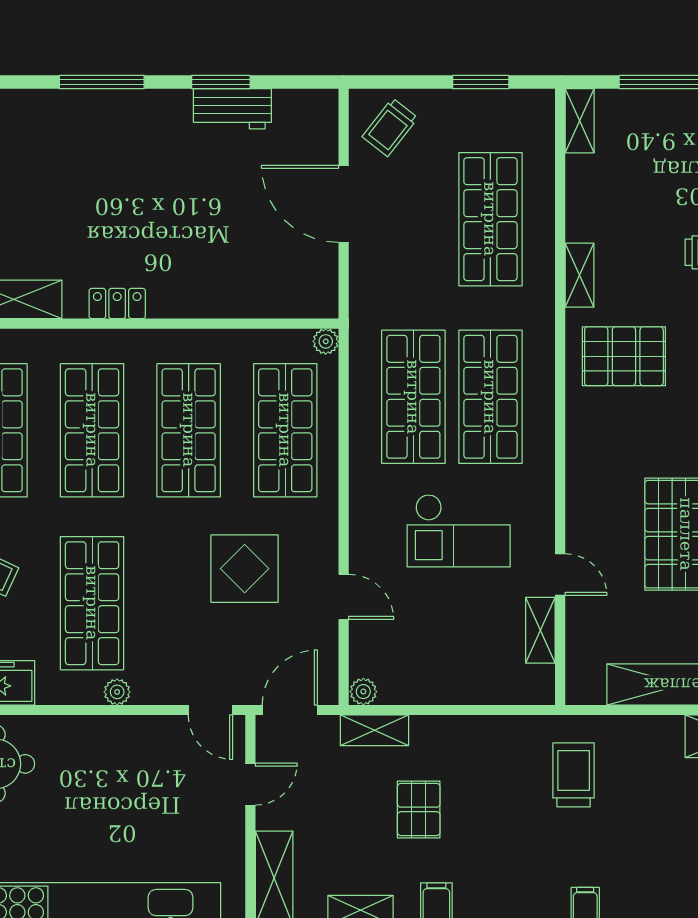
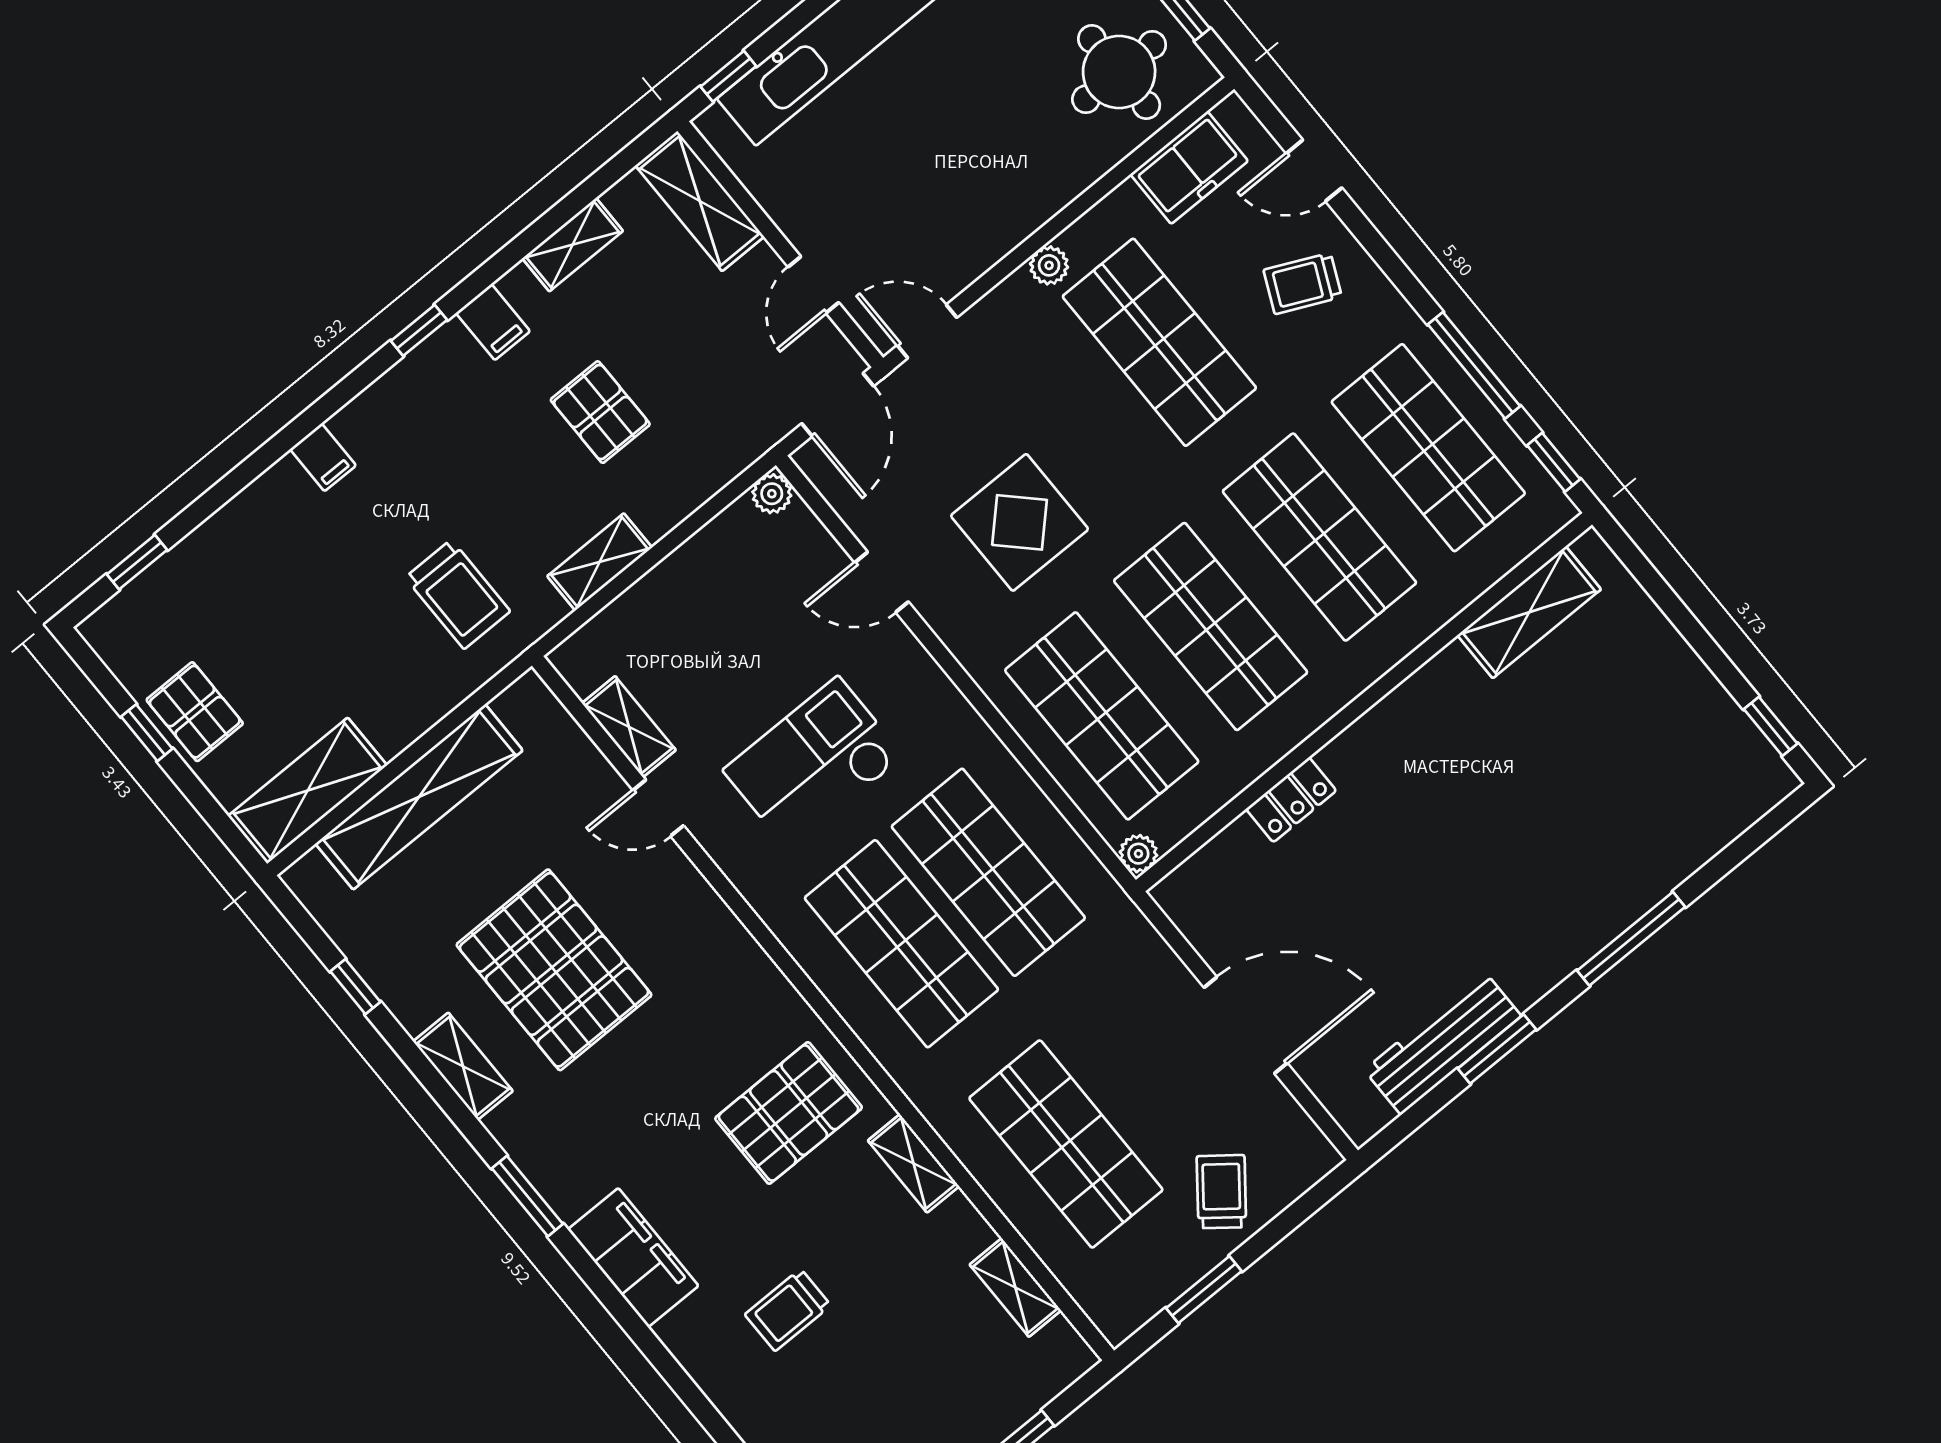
workbench: (232, 109) -> (1443, 1043), width x1.38
shelving: (580, 121) -> (1015, 1287), moved
trolley: (390, 127) -> (1221, 1192), moved
locker: (117, 303) -> (1291, 800), moved
shelving: (374, 730) -> (600, 562), moved

